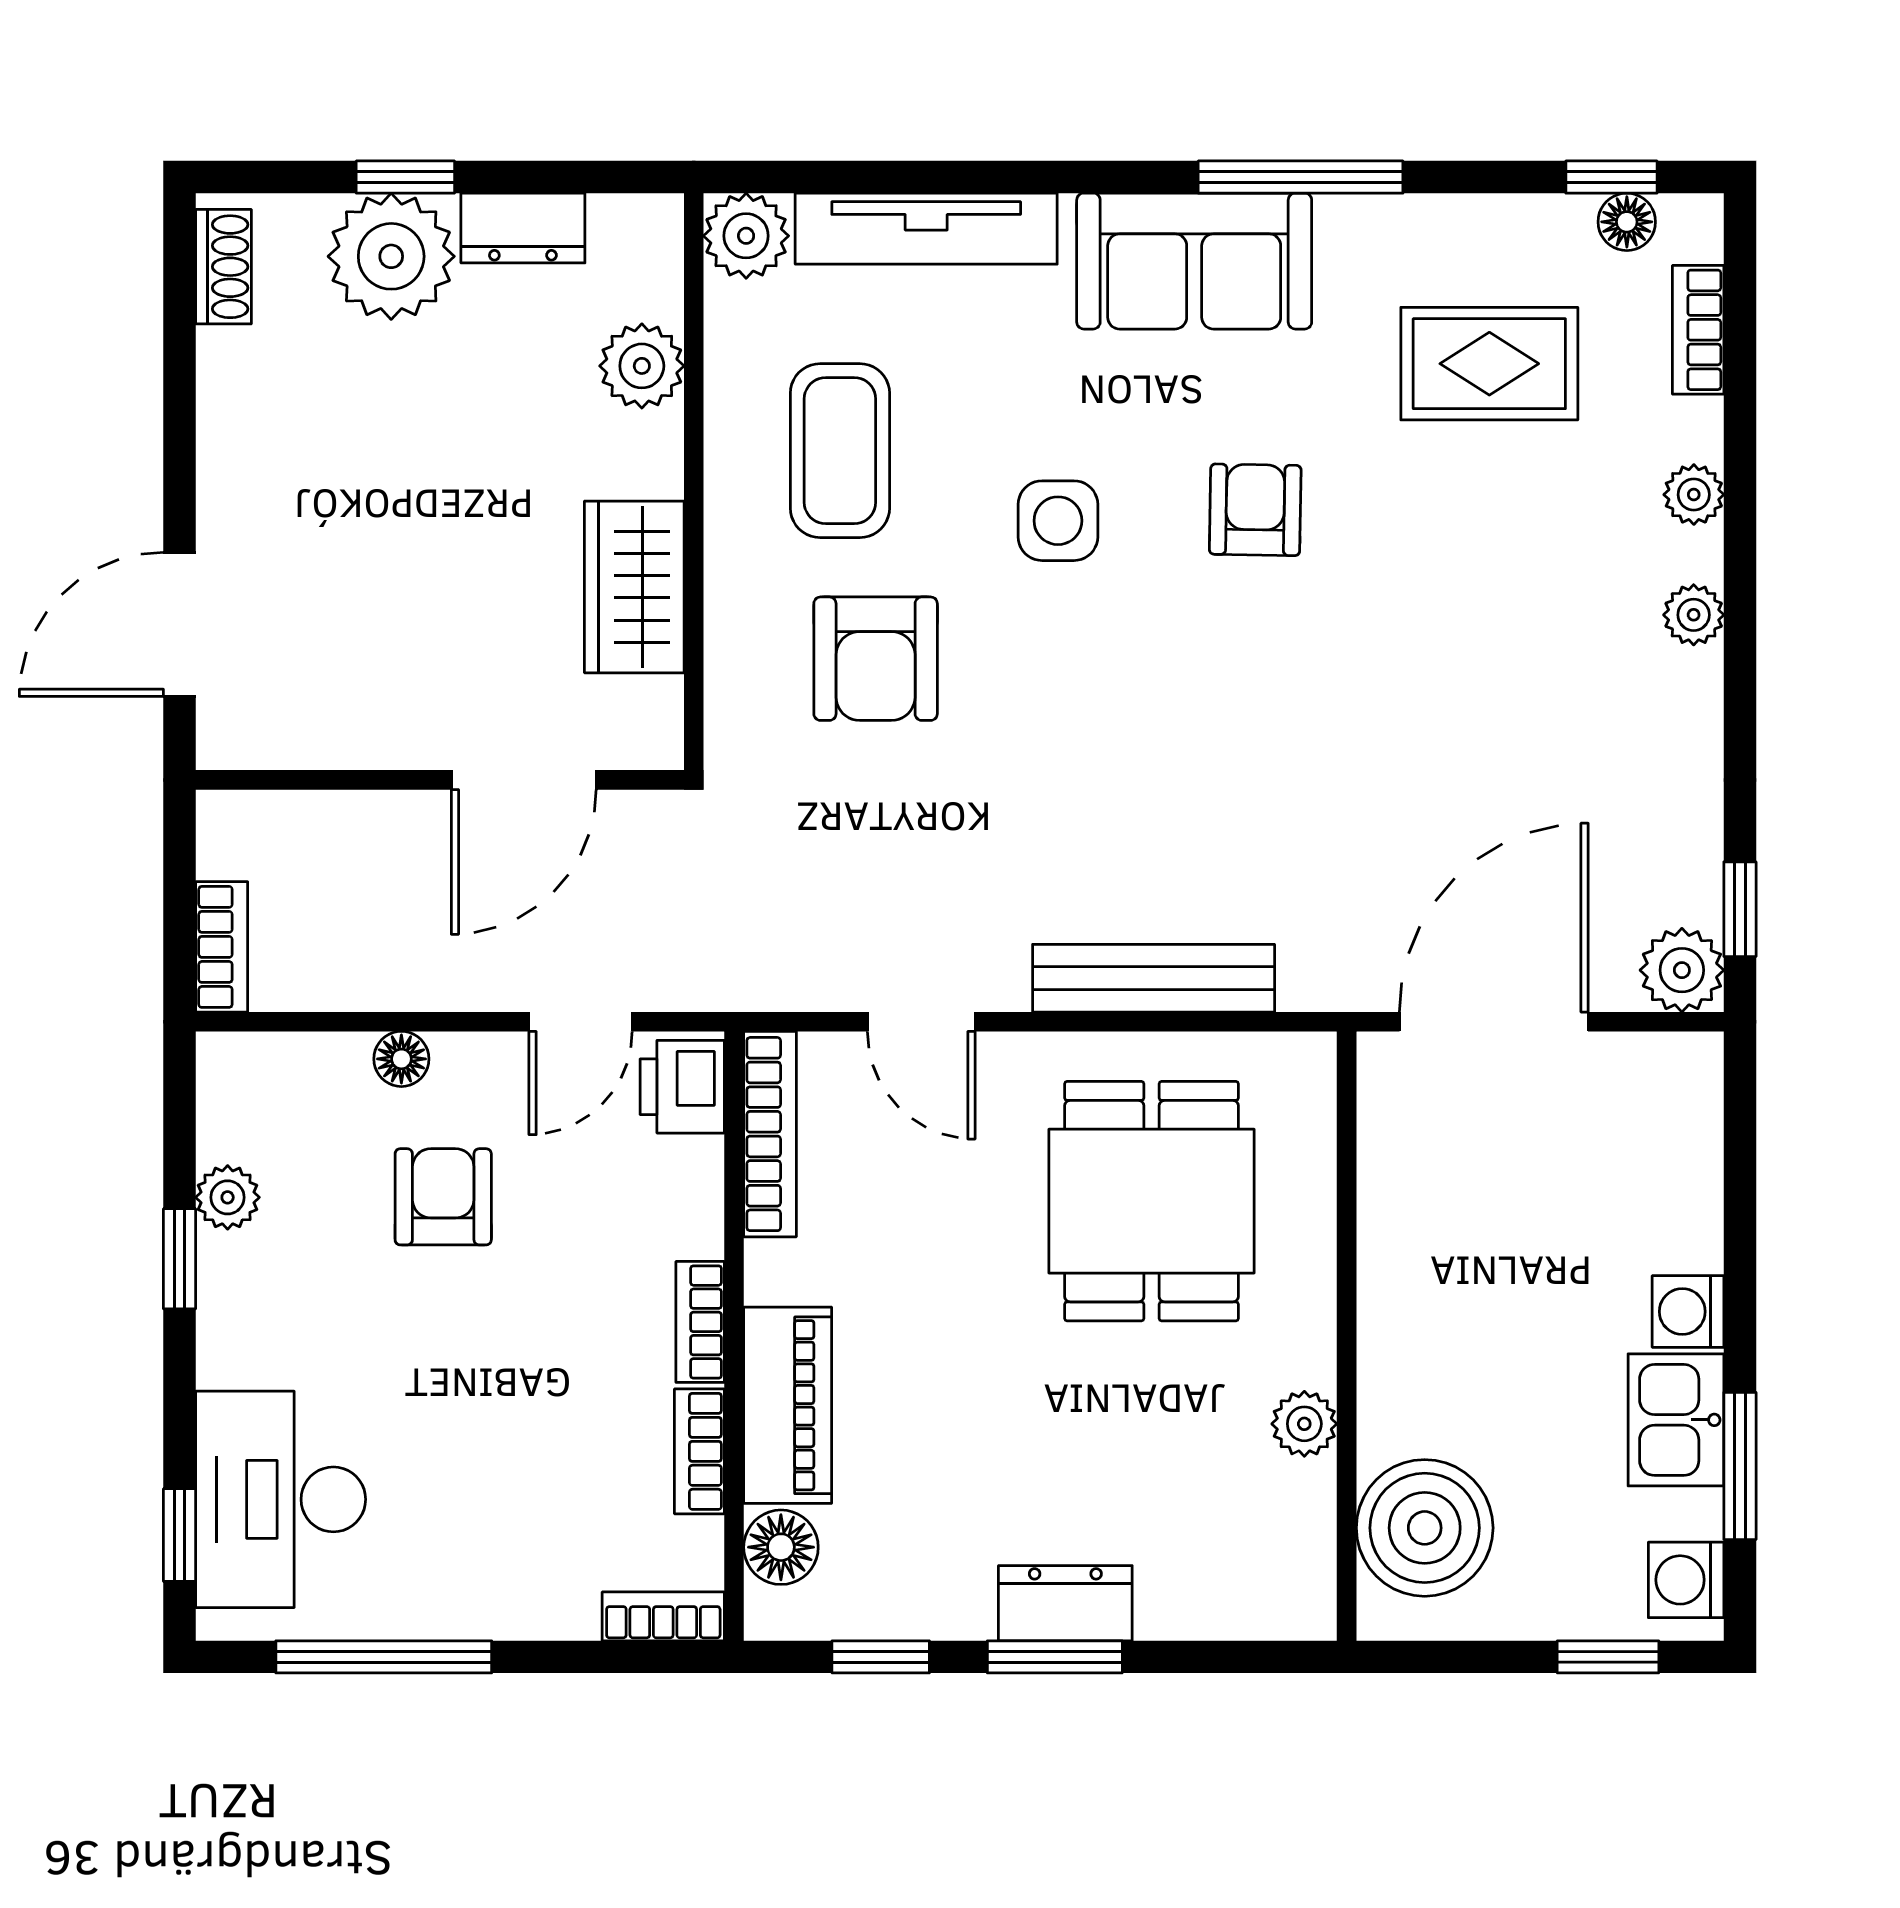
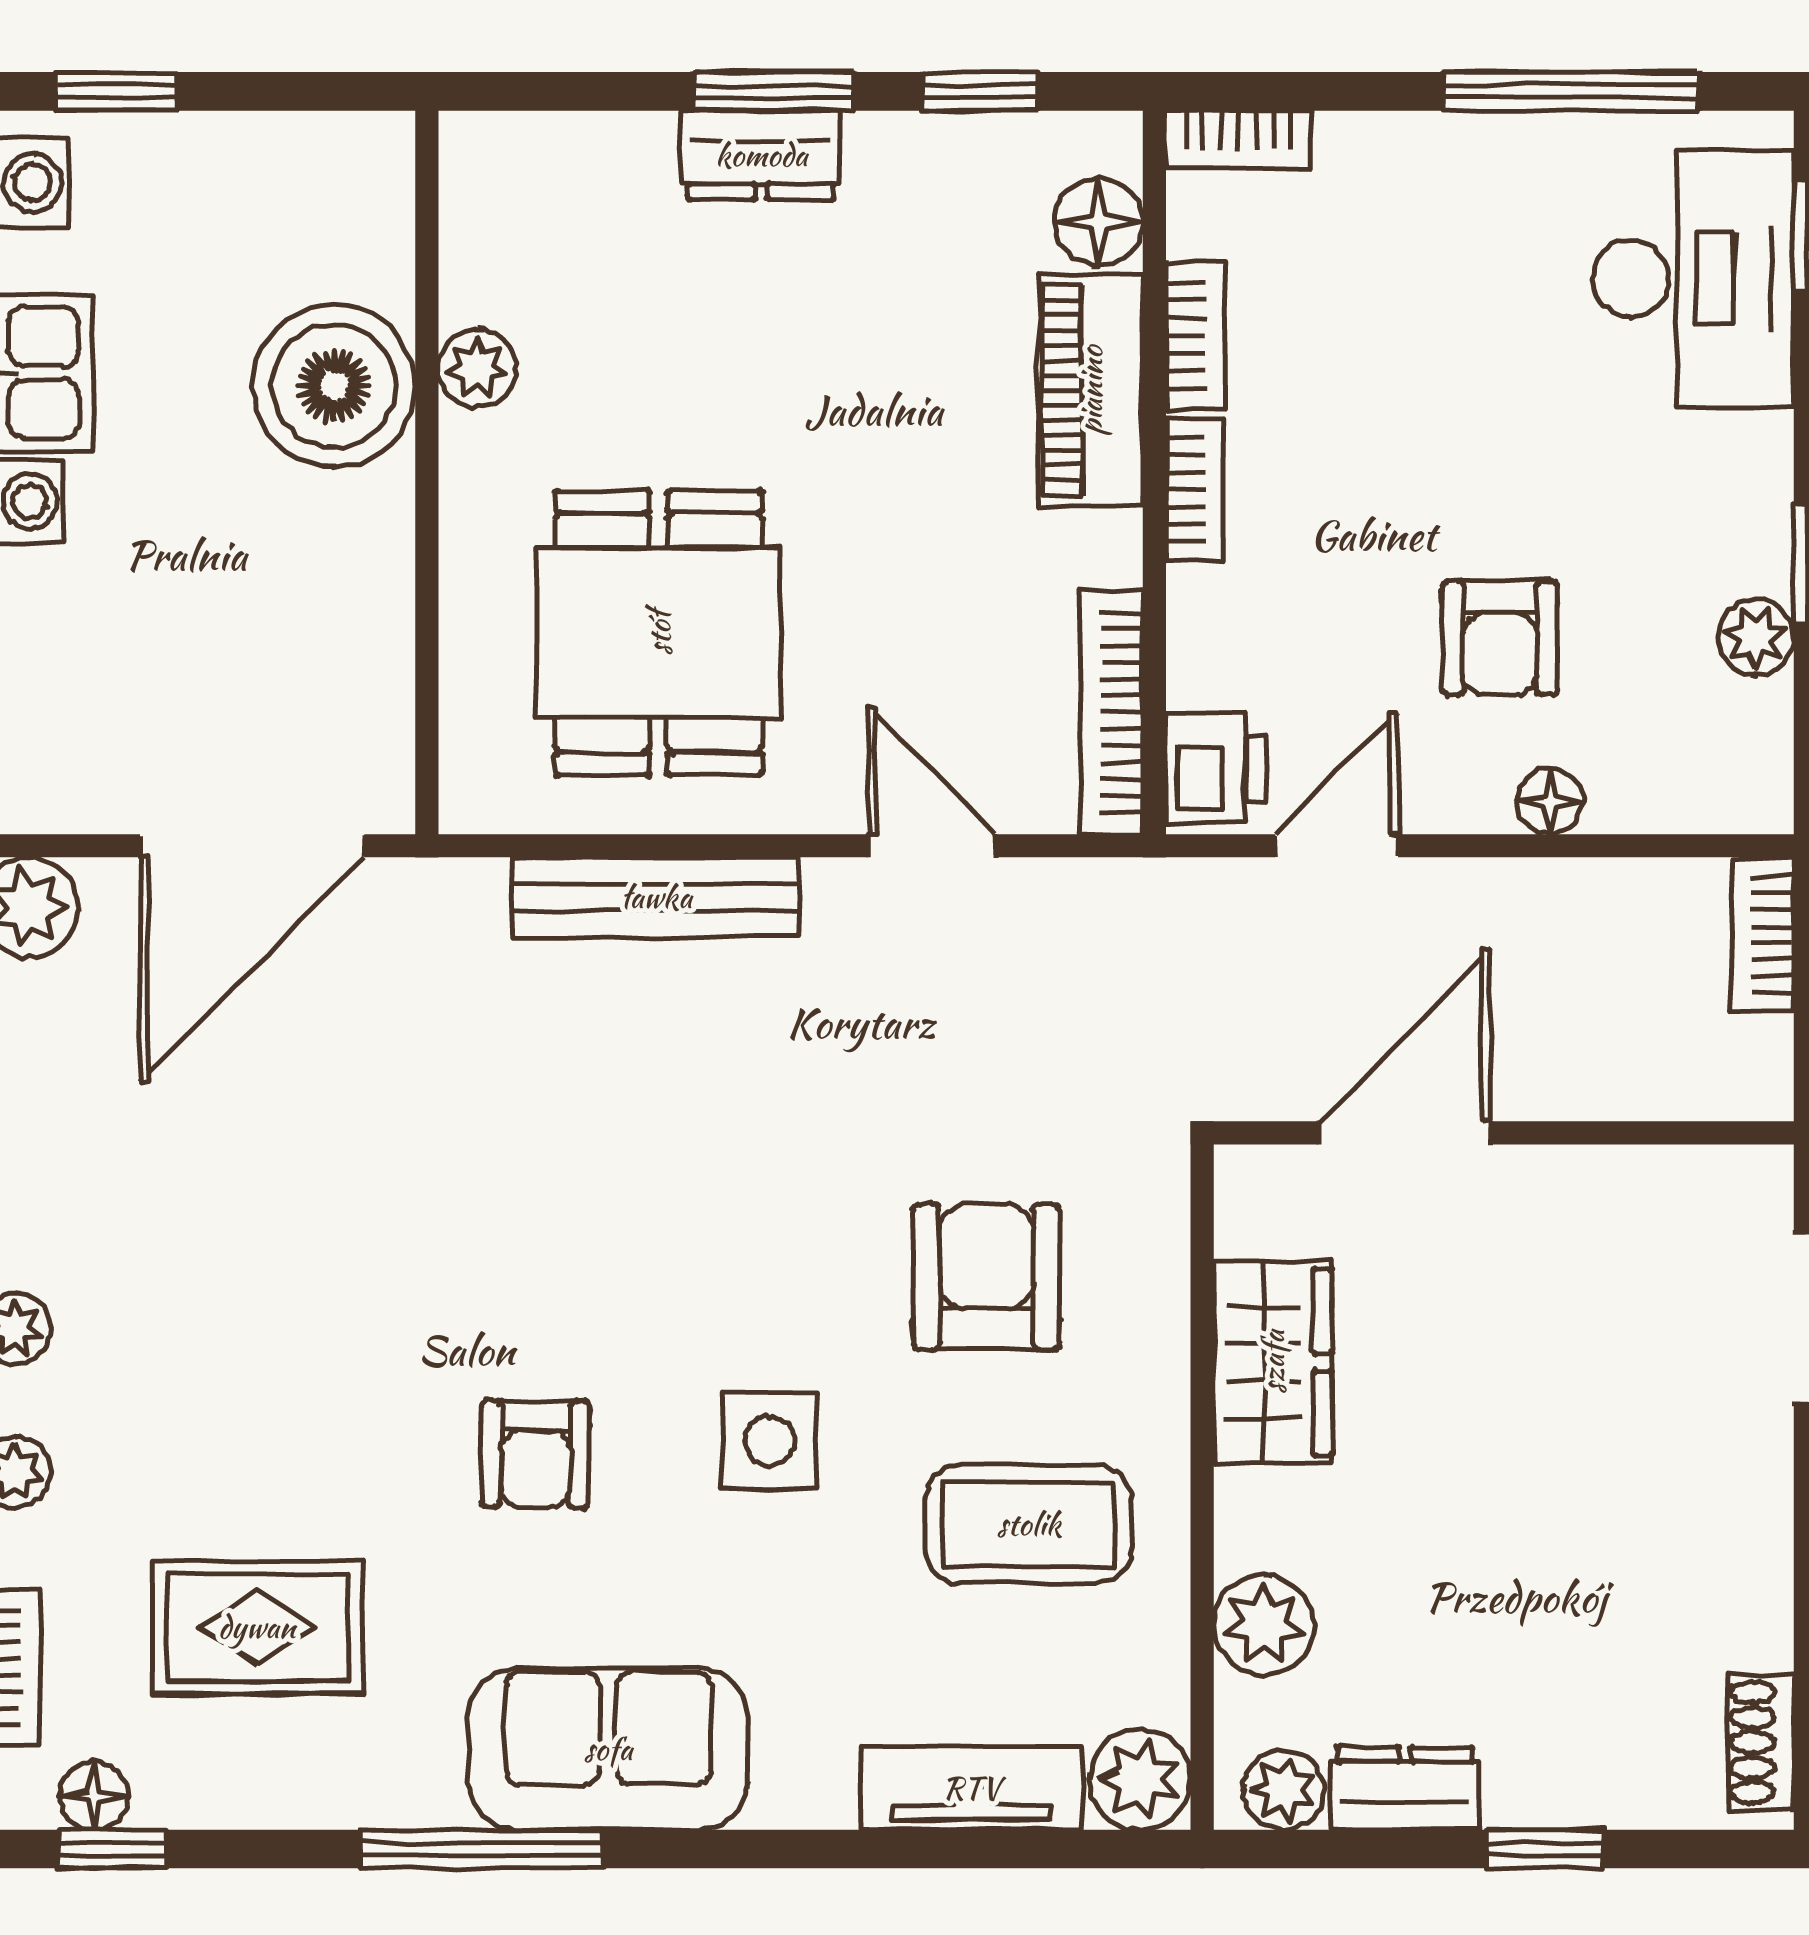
tv unit: (926, 229) -> (971, 1788), width x0.71
plant: (391, 256) -> (1284, 1790), moved, width x0.53, depth x0.53
coffee table: (840, 451) -> (1029, 1524), turned 90
boiler: (1425, 1528) -> (334, 386), moved

